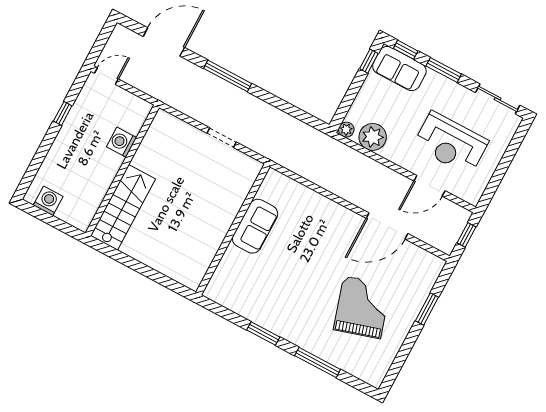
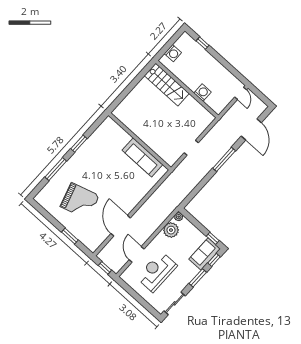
window: (63, 113) -> (203, 43), moved
washing machine: (48, 201) -> (173, 53), moved
sofa: (255, 226) -> (142, 157), width x1.36

